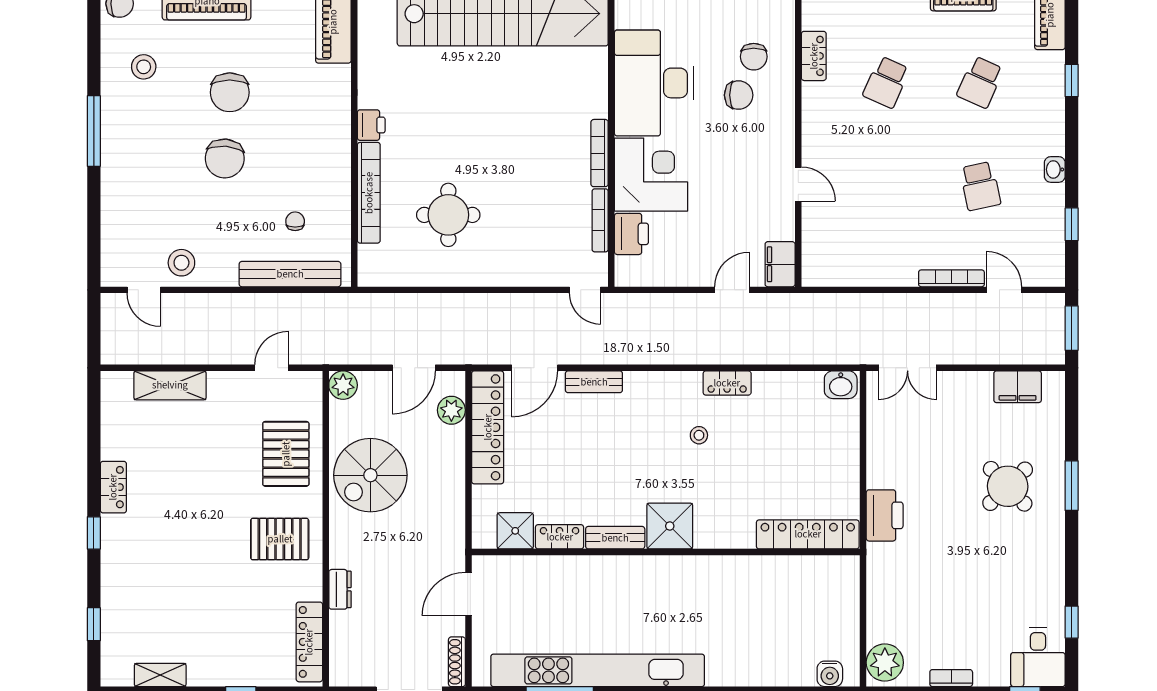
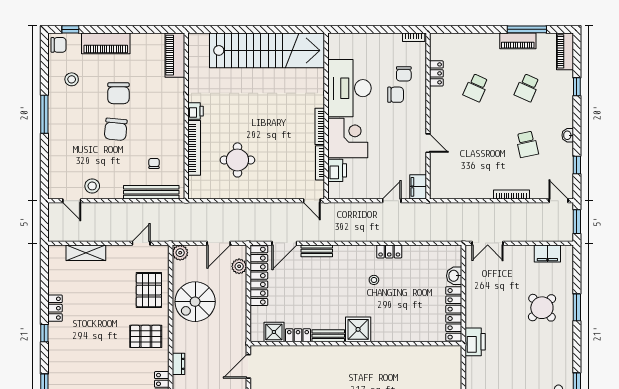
door: (1004, 290) -> (559, 201), moved
washbasin: (841, 385) -> (454, 276), moved, turned 90
printer: (885, 515) -> (475, 342), moved
locker: (808, 534) -> (454, 314), moved, turned -90

